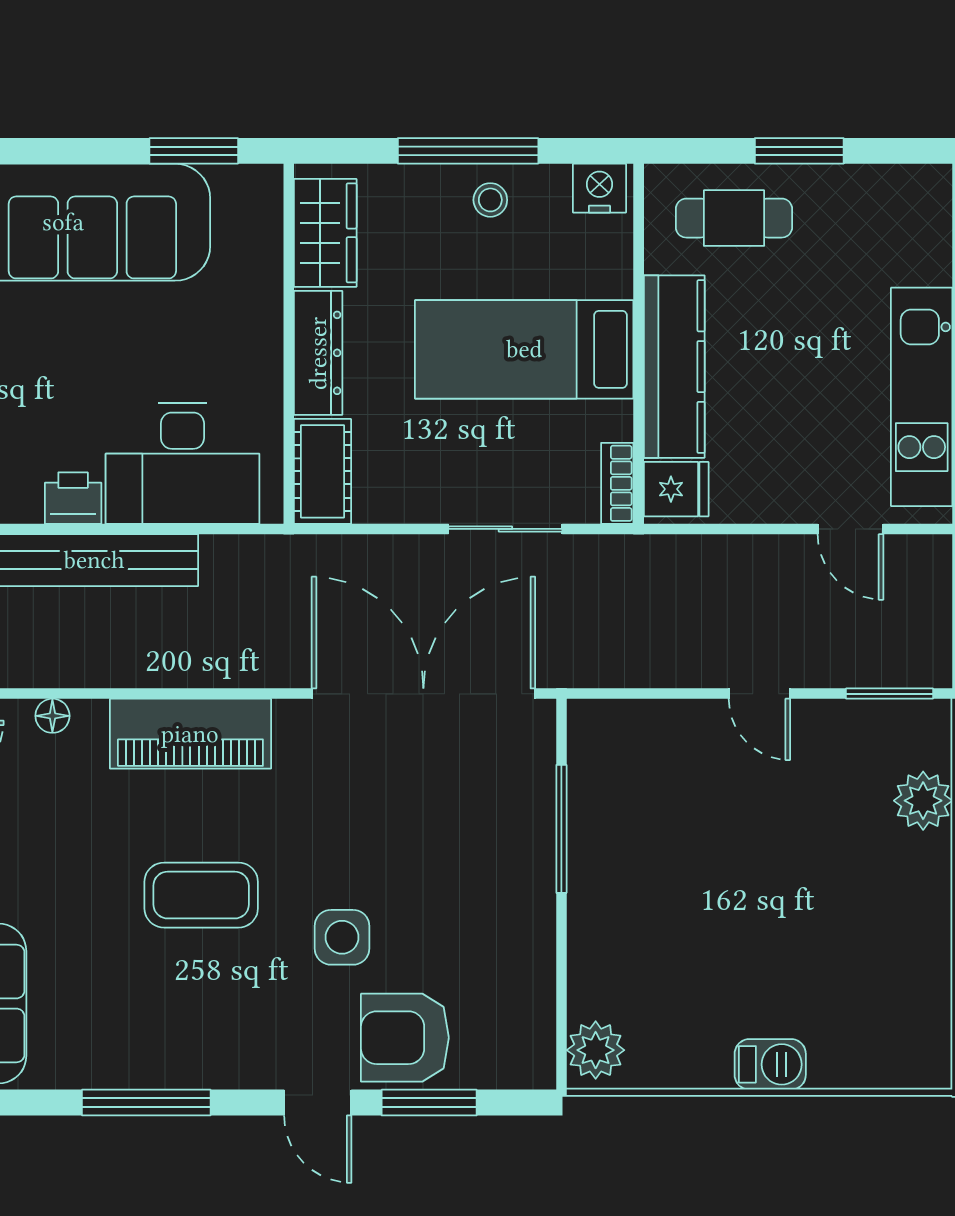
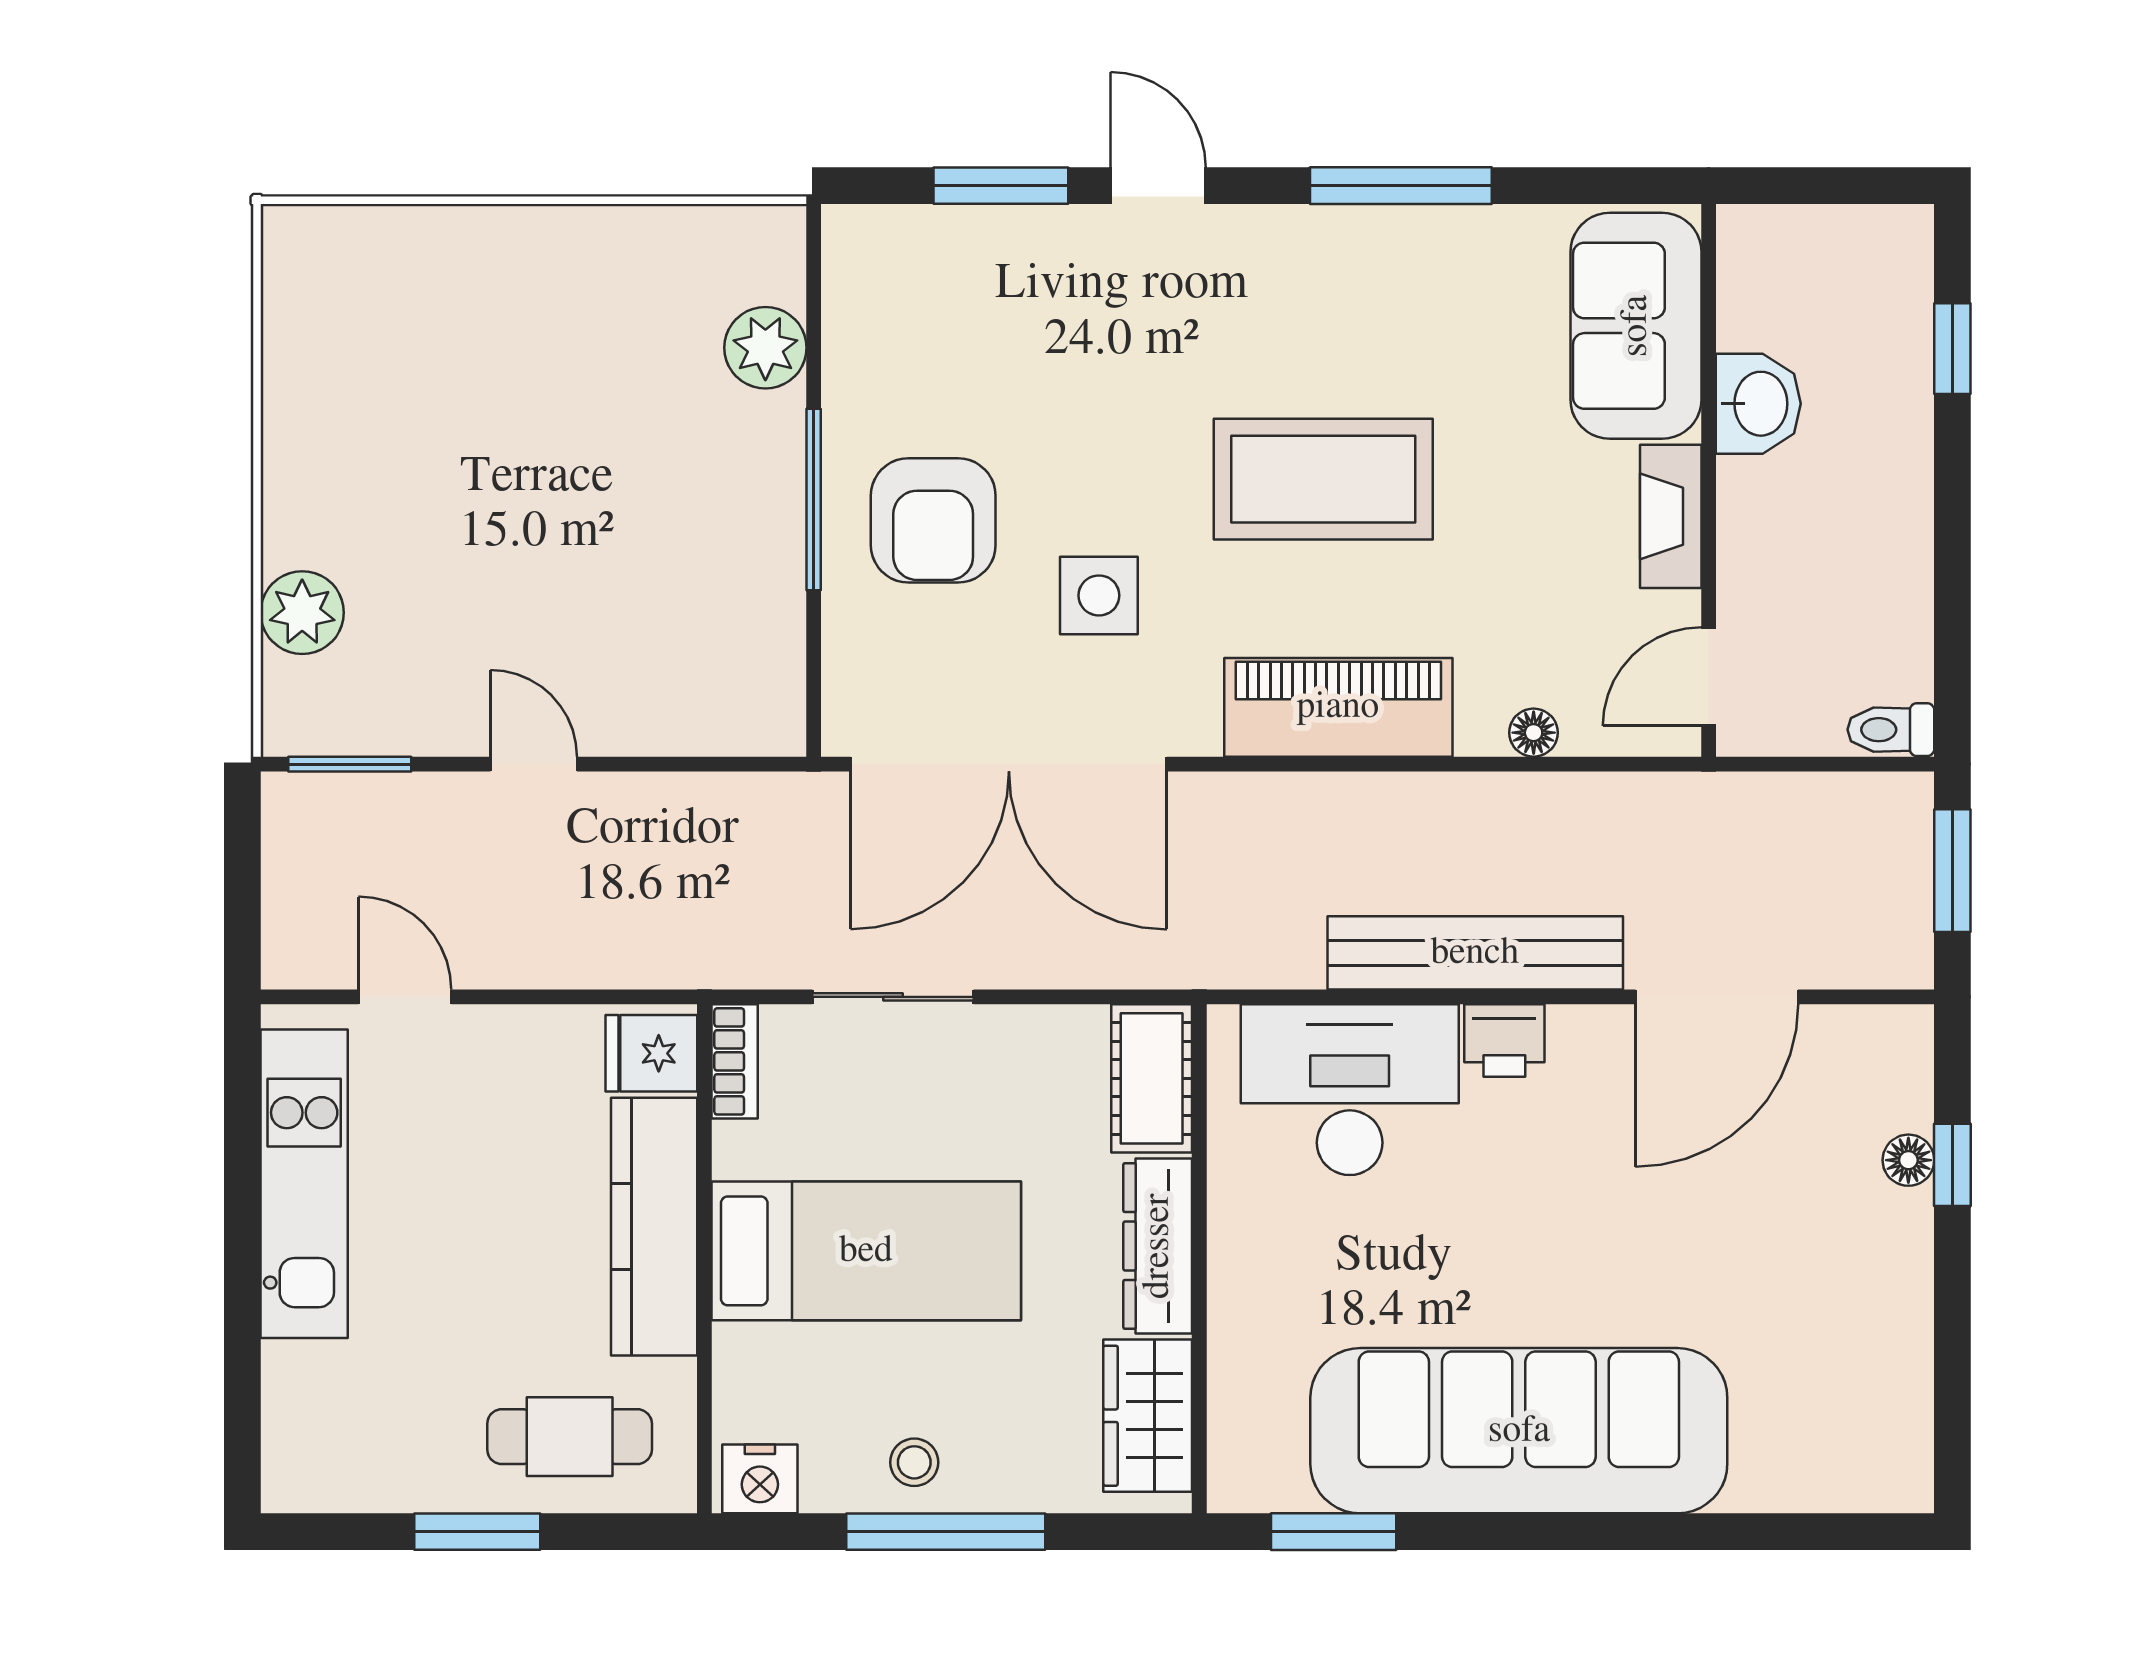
window: (561, 829) -> (814, 499), moved
coffee table: (201, 895) -> (1323, 479), width x1.36, depth x1.32
side table: (342, 937) -> (1099, 595), moved
armchair: (405, 1038) -> (933, 520), moved, turned 90
plant: (596, 1050) -> (765, 348), moved
barbecue: (770, 1064) -> (518, 240), removed

